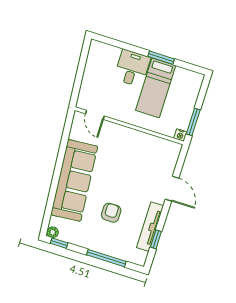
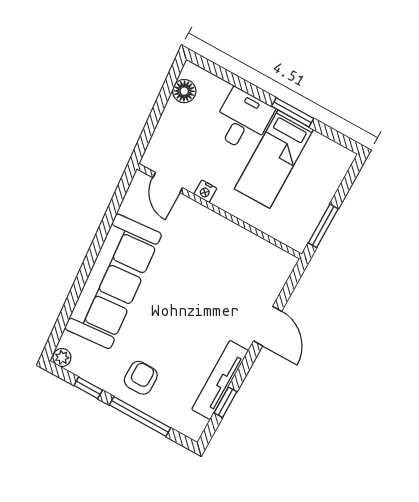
floor lamp: (94, 58) -> (184, 91), added
nightstand: (180, 135) -> (205, 191), moved
armchair: (111, 213) -> (141, 378), moved
window: (59, 243) -> (88, 388), moved

